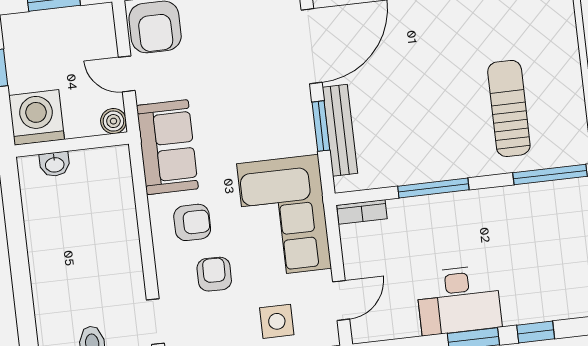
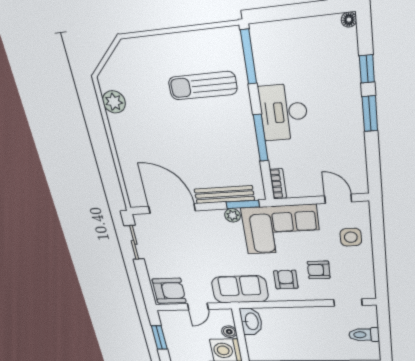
boiler: (113, 121) -> (229, 332), moved
window: (321, 126) -> (243, 204), moved
plant: (305, 141) -> (233, 215), added
washbasin: (55, 164) -> (251, 321), moved, width x1.91, depth x1.45
desk: (459, 300) -> (284, 112), moved, turned 180

